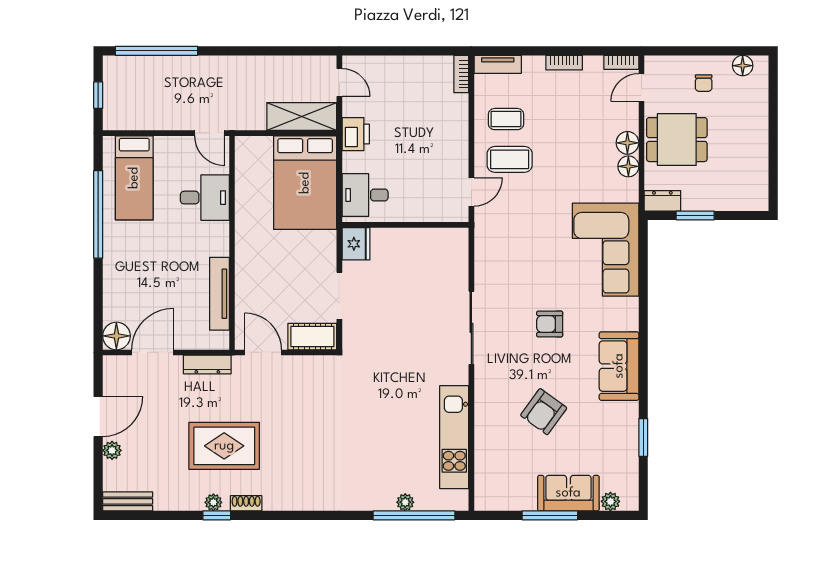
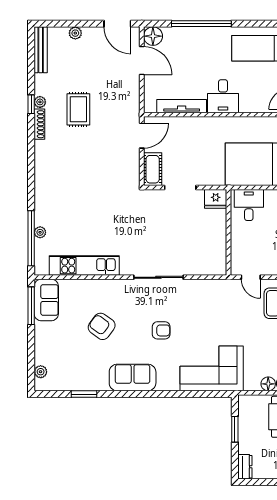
desk: (205, 198) -> (223, 96), moved
dresser: (662, 201) -> (245, 467), moved
window: (98, 214) -> (201, 24), moved
armchair: (550, 324) -> (161, 330), turned 90
dresser: (207, 365) -> (134, 98), removed
door: (98, 417) -> (117, 24), moved
rug: (224, 446) -> (78, 109), width x0.73, depth x0.70
sofa: (568, 493) -> (46, 300), moved
bench: (128, 501) -> (41, 50), width x1.36
shoe rack: (246, 503) -> (39, 124), width x1.43
window: (550, 515) -> (31, 306), moved

